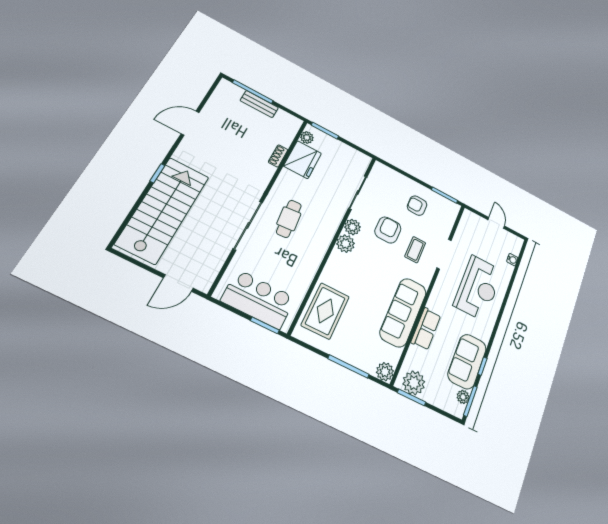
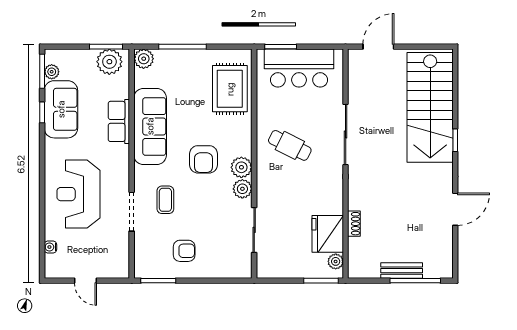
cafe table: (289, 219) -> (290, 145), moved, turned -58
armchair: (388, 230) -> (203, 159), moved

